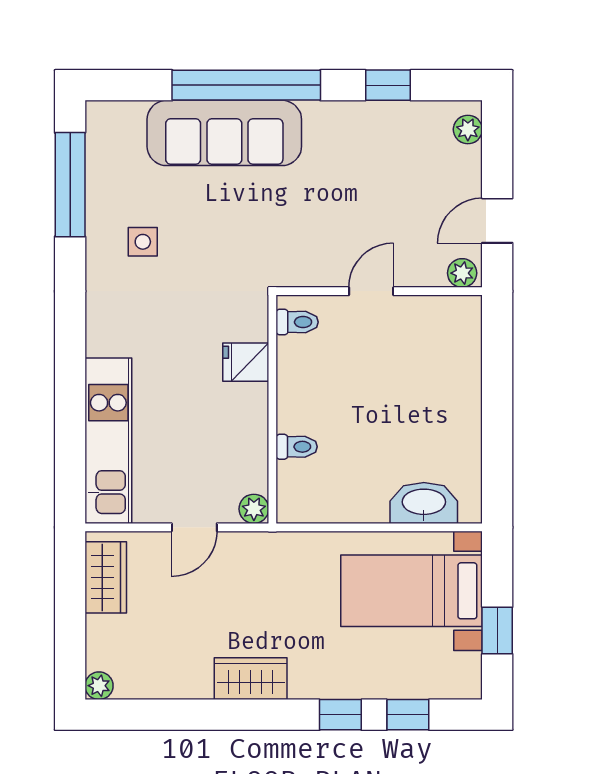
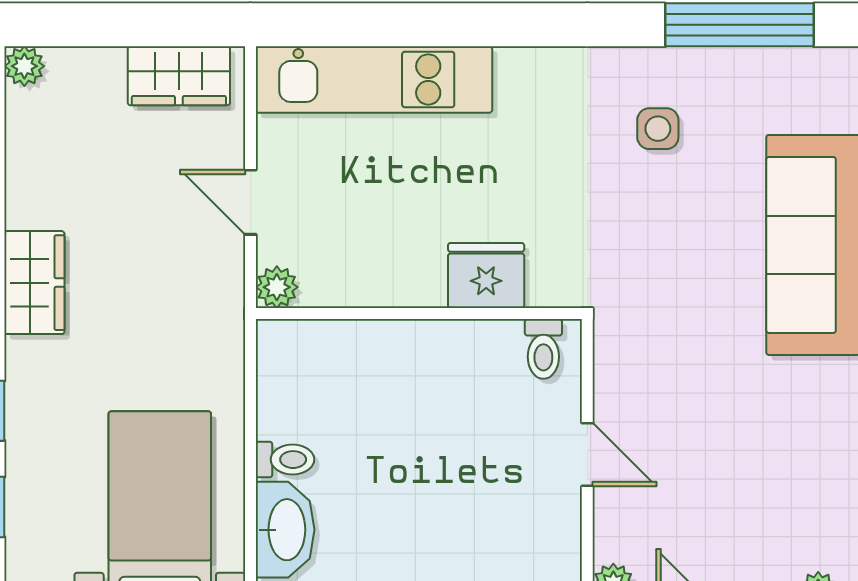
fridge: (246, 362) -> (486, 276), width x1.38
toilet: (297, 447) -> (285, 460), moved, turned -90

